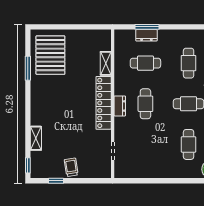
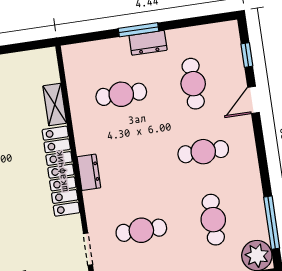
window: (147, 27) -> (138, 30), moved
dresser: (146, 35) -> (148, 43), moved
cafe table: (145, 104) -> (141, 230), moved, turned 90

